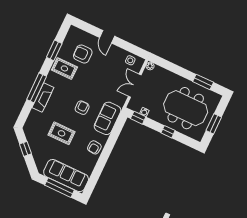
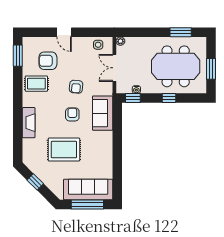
window: (54, 50) -> (18, 56), moved
window: (37, 88) -> (18, 116), removed
rug: (62, 133) -> (64, 150), width x1.36, depth x1.43
armchair: (94, 147) -> (76, 87), moved

